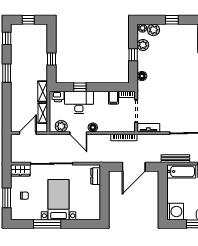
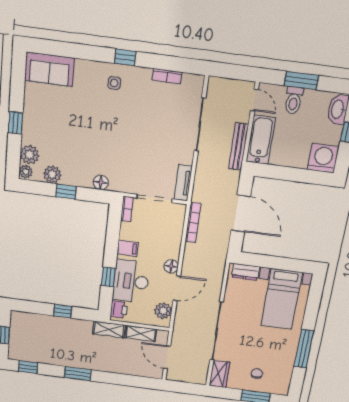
filing cabinet: (113, 98) -> (128, 248), moved
bed with nightstands: (59, 200) -> (282, 299), moved, turned -90

